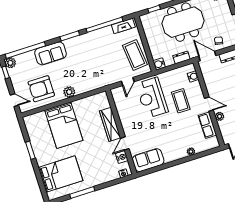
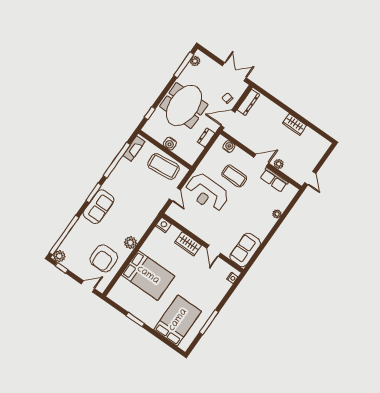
sofa: (51, 53) -> (99, 207), moved
water cooler: (159, 64) -> (170, 144), moved
wardrobe: (110, 124) -> (188, 244), width x0.67
nightstand: (122, 157) -> (163, 225), moved

